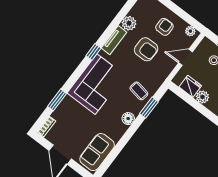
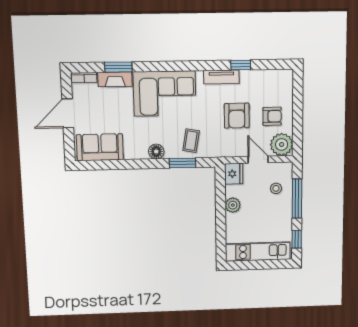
plant: (129, 23) -> (249, 79), removed
plant: (190, 31) -> (282, 144), width x1.88, depth x1.88
window: (93, 52) -> (241, 65), moved
fridge: (190, 86) -> (234, 174), moved
fireplace: (63, 108) -> (115, 79), added

